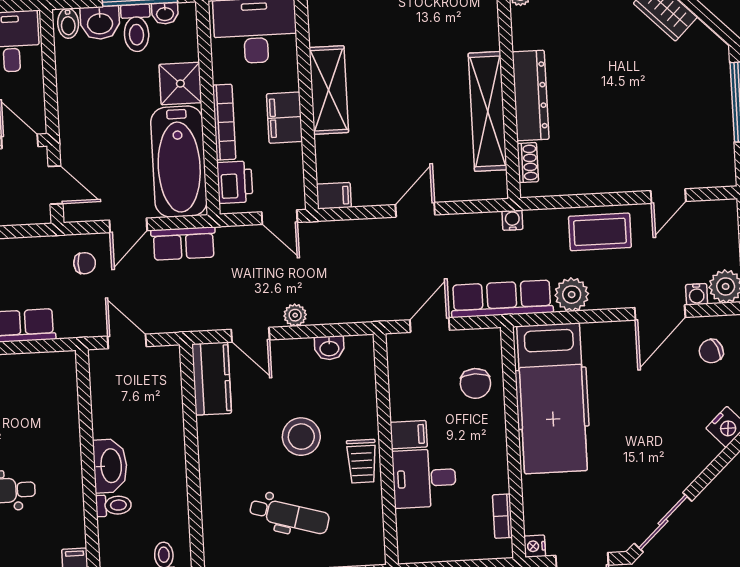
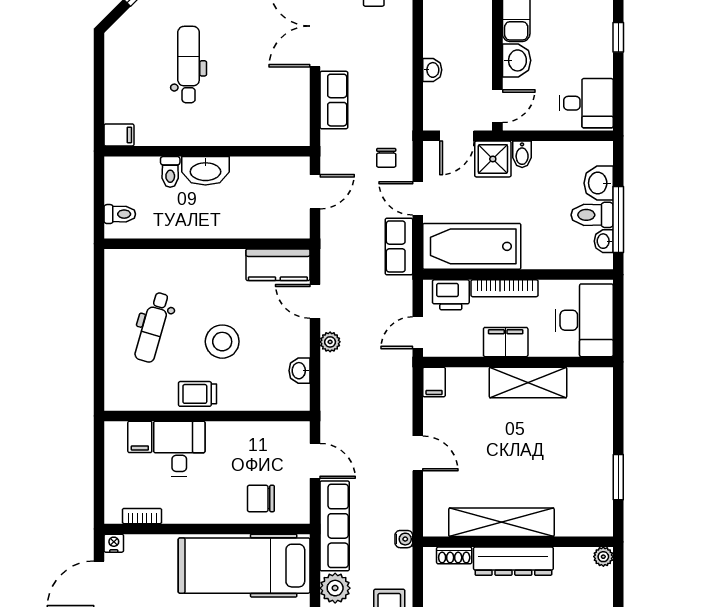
bidet: (68, 23) -> (522, 154), moved, turned -90
shower: (180, 84) -> (493, 159), moved
door: (250, 335) -> (315, 301), hinge flipped
filing cabinet: (409, 435) -> (140, 437), moved

